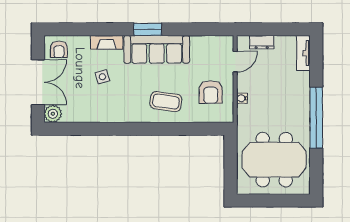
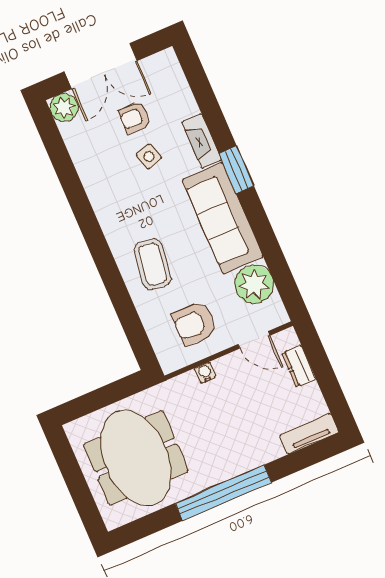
window: (148, 29) -> (236, 170), moved
plant: (203, 48) -> (254, 284), added
armchair: (59, 49) -> (135, 117), moved

